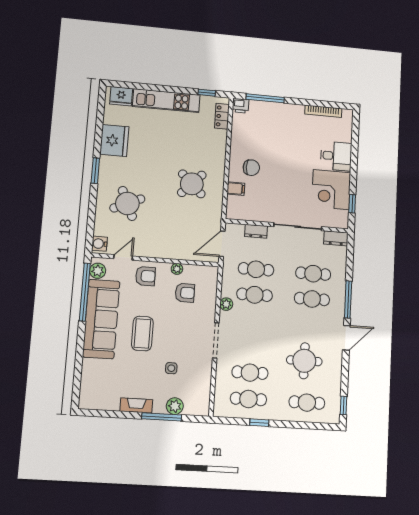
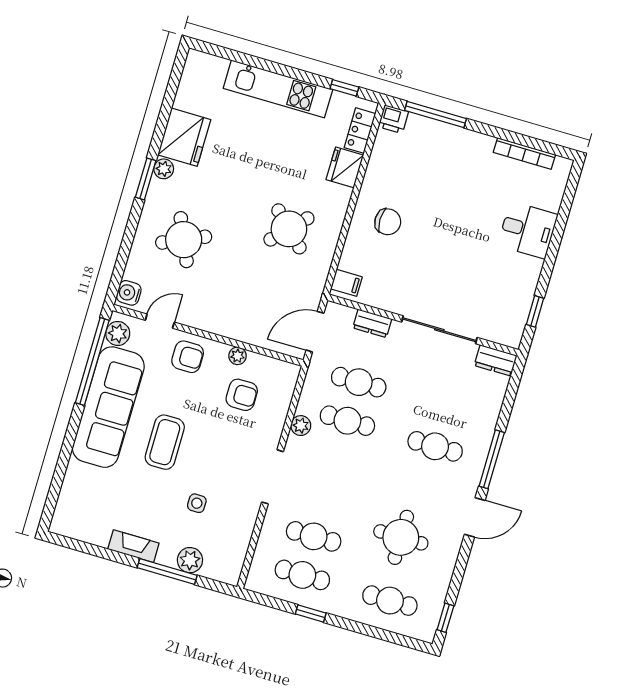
fridge: (121, 96) -> (345, 167), moved, turned 90
plant: (106, 162) -> (164, 169), added
filing cabinet: (236, 189) -> (346, 283), moved
corner desk: (331, 190) -> (507, 282), removed
cafe table: (313, 274) -> (446, 408), removed

